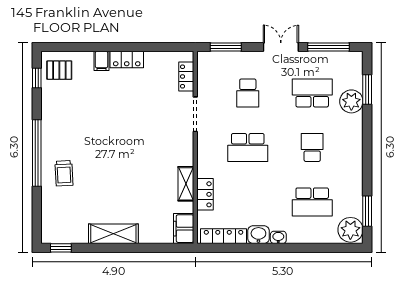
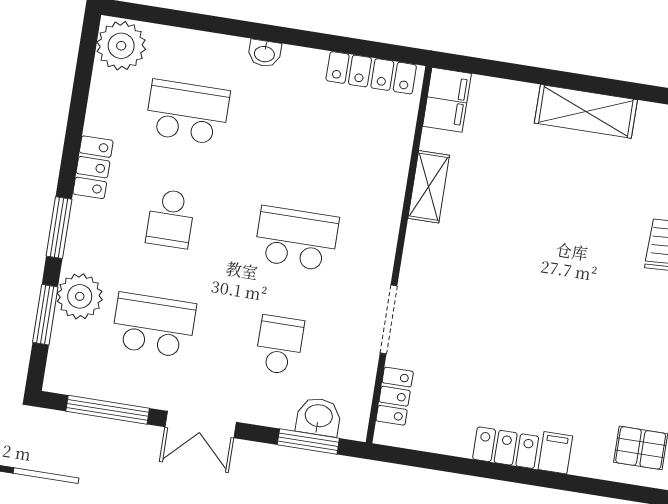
school desk: (312, 93) -> (154, 325), turned 180
locker: (205, 194) -> (93, 167), moved, turned 180
window: (367, 211) -> (59, 228), moved
washbasin: (258, 235) -> (319, 417), moved, turned 180

